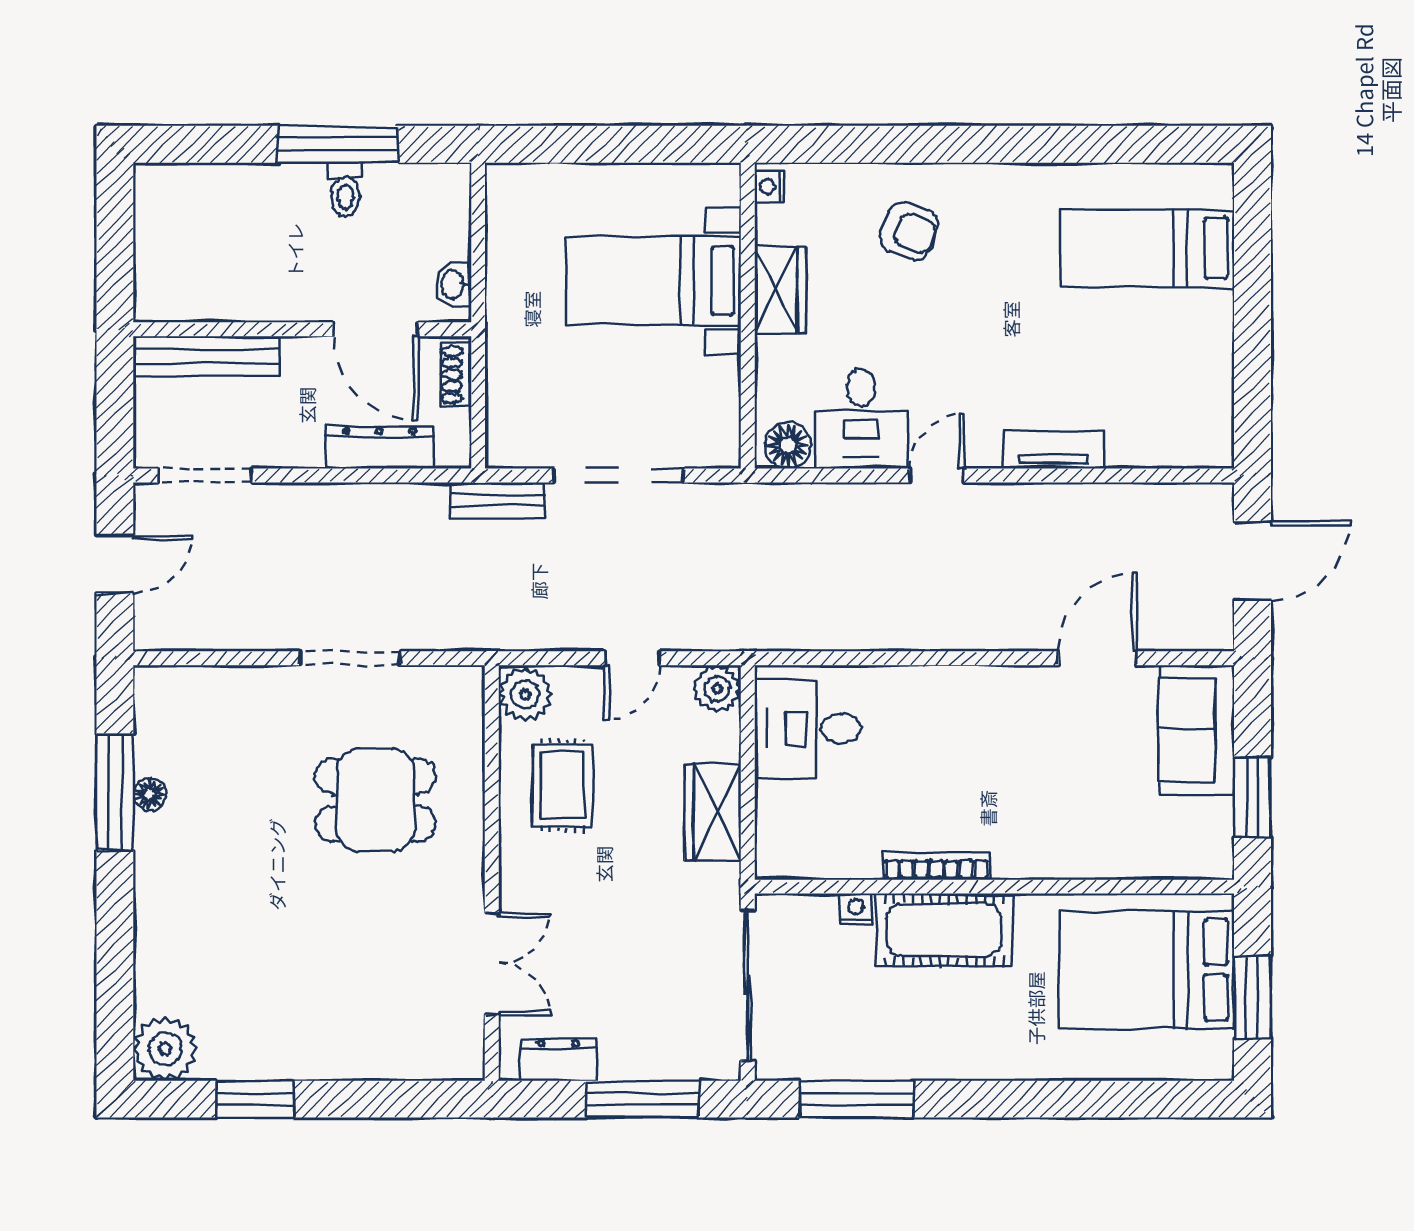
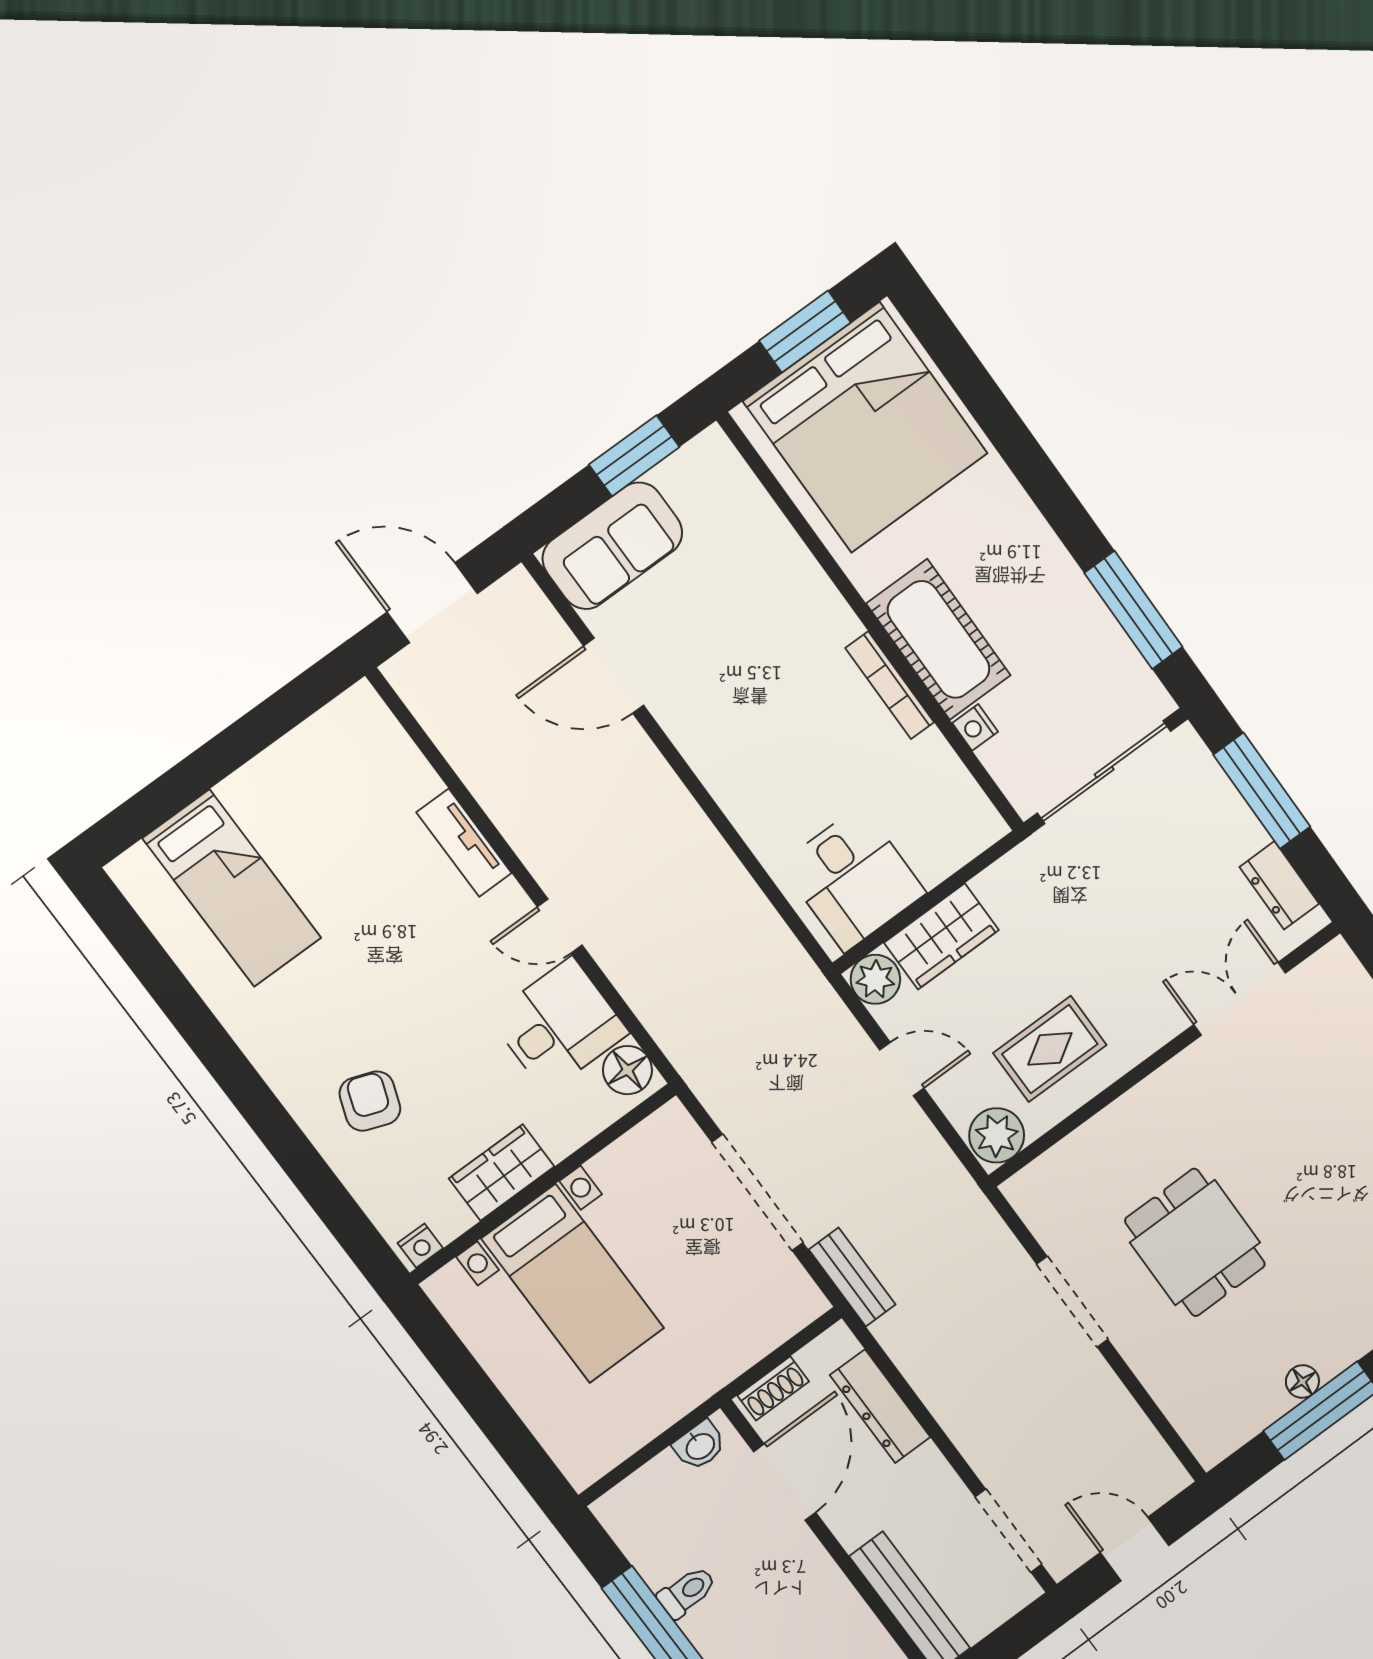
dining table: (375, 800) -> (1195, 1242), moved
wardrobe: (713, 812) -> (941, 936), moved
bed: (1147, 970) -> (865, 427), width x1.36

